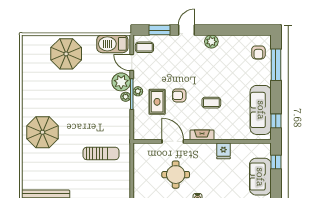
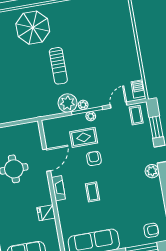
plant: (211, 42) -> (152, 171), moved
barbecue: (112, 44) -> (138, 89), width x0.53, depth x0.65
armchair: (258, 52) -> (151, 230), turned 180
parasol: (66, 54) -> (116, 38), removed
plant: (121, 82) -> (68, 103), moved
sun lounger: (101, 153) -> (58, 66), moved

